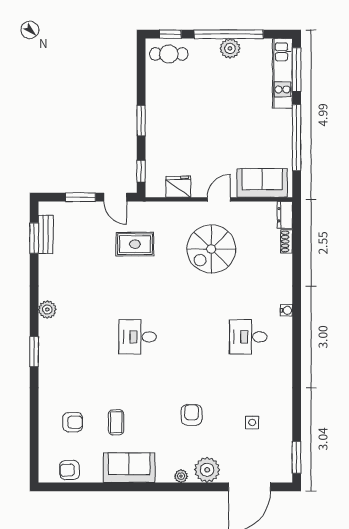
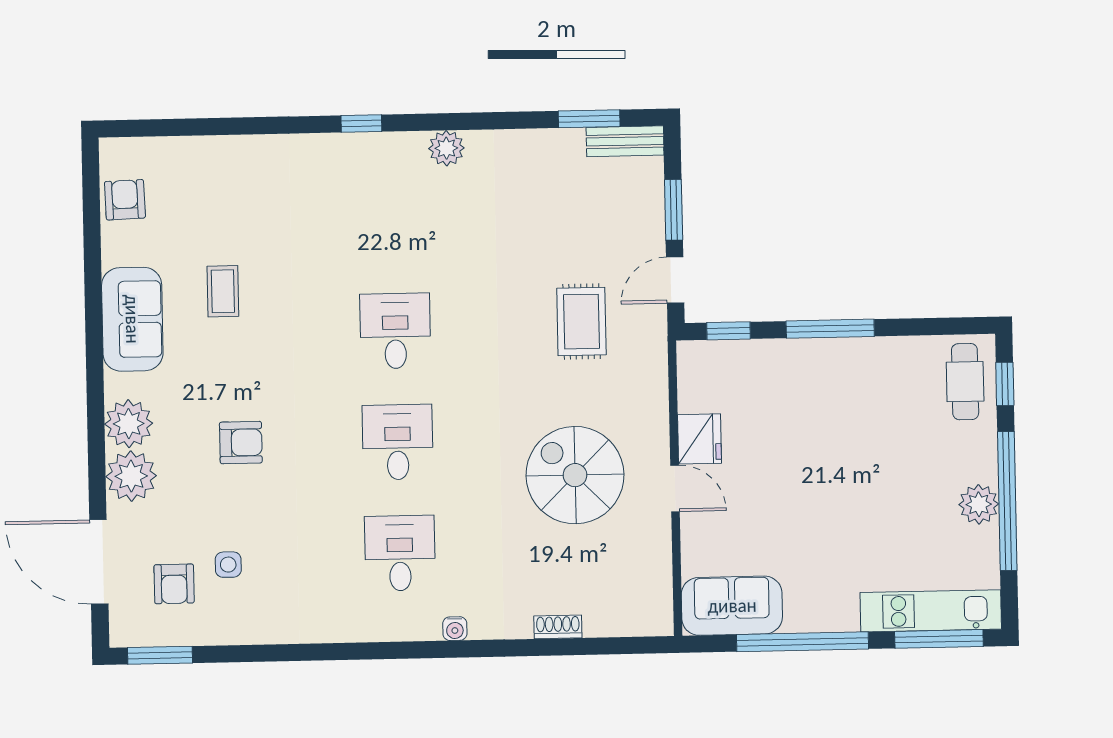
window: (141, 121) -> (830, 329), width x1.44
sofa: (262, 183) -> (732, 606), moved, turned -90
fridge: (178, 187) -> (699, 439), moved
dresser: (285, 215) -> (647, 621), removed
bench: (46, 234) -> (625, 141), moved
shoe rack: (287, 241) -> (558, 627), moved
desk: (193, 337) -> (398, 442), added
window: (34, 352) -> (361, 123), width x0.67
armchair: (73, 422) -> (174, 584), moved
coffee table: (116, 422) -> (223, 291), turned 90
plant: (181, 476) -> (129, 424), width x1.87, depth x1.87

